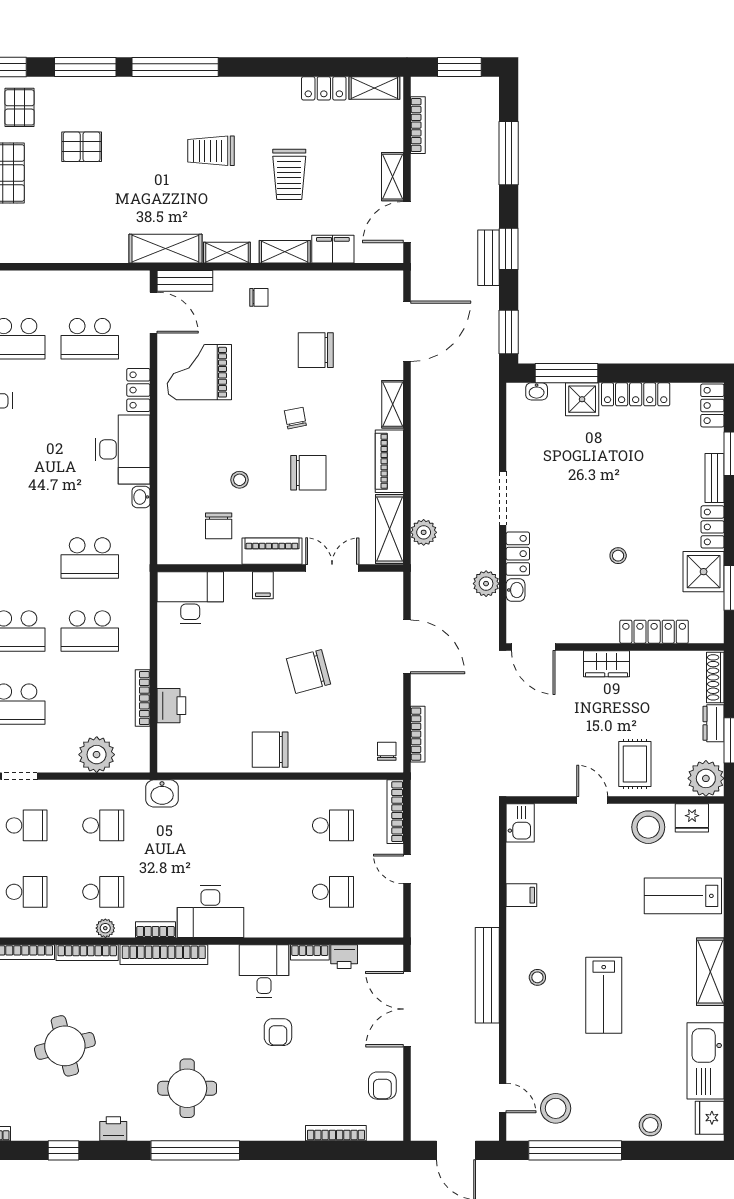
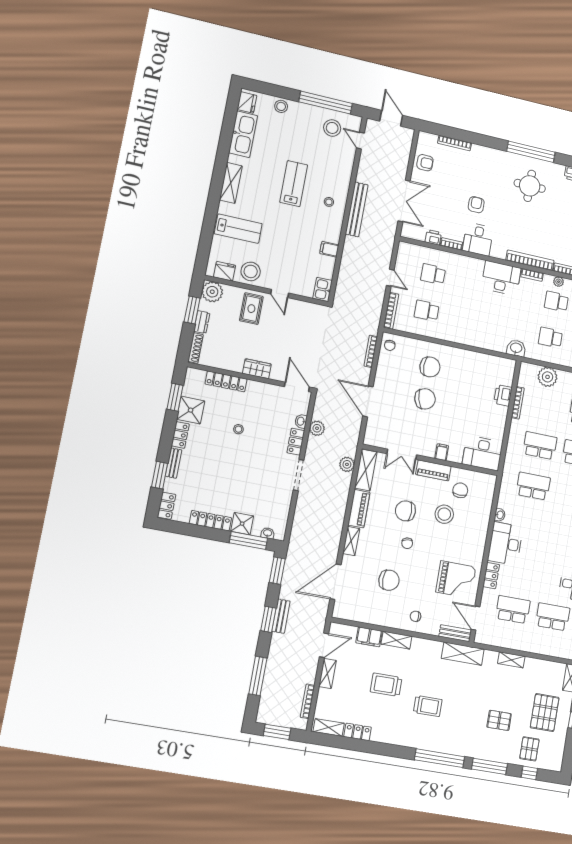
trolley: (289, 174) -> (386, 685), turned -90
shelving: (227, 253) -> (511, 660), moved
stool: (240, 480) -> (444, 514), width x1.89, depth x1.89
chair: (270, 750) -> (430, 367), moved
armchair: (382, 1086) -> (425, 163), turned 90

